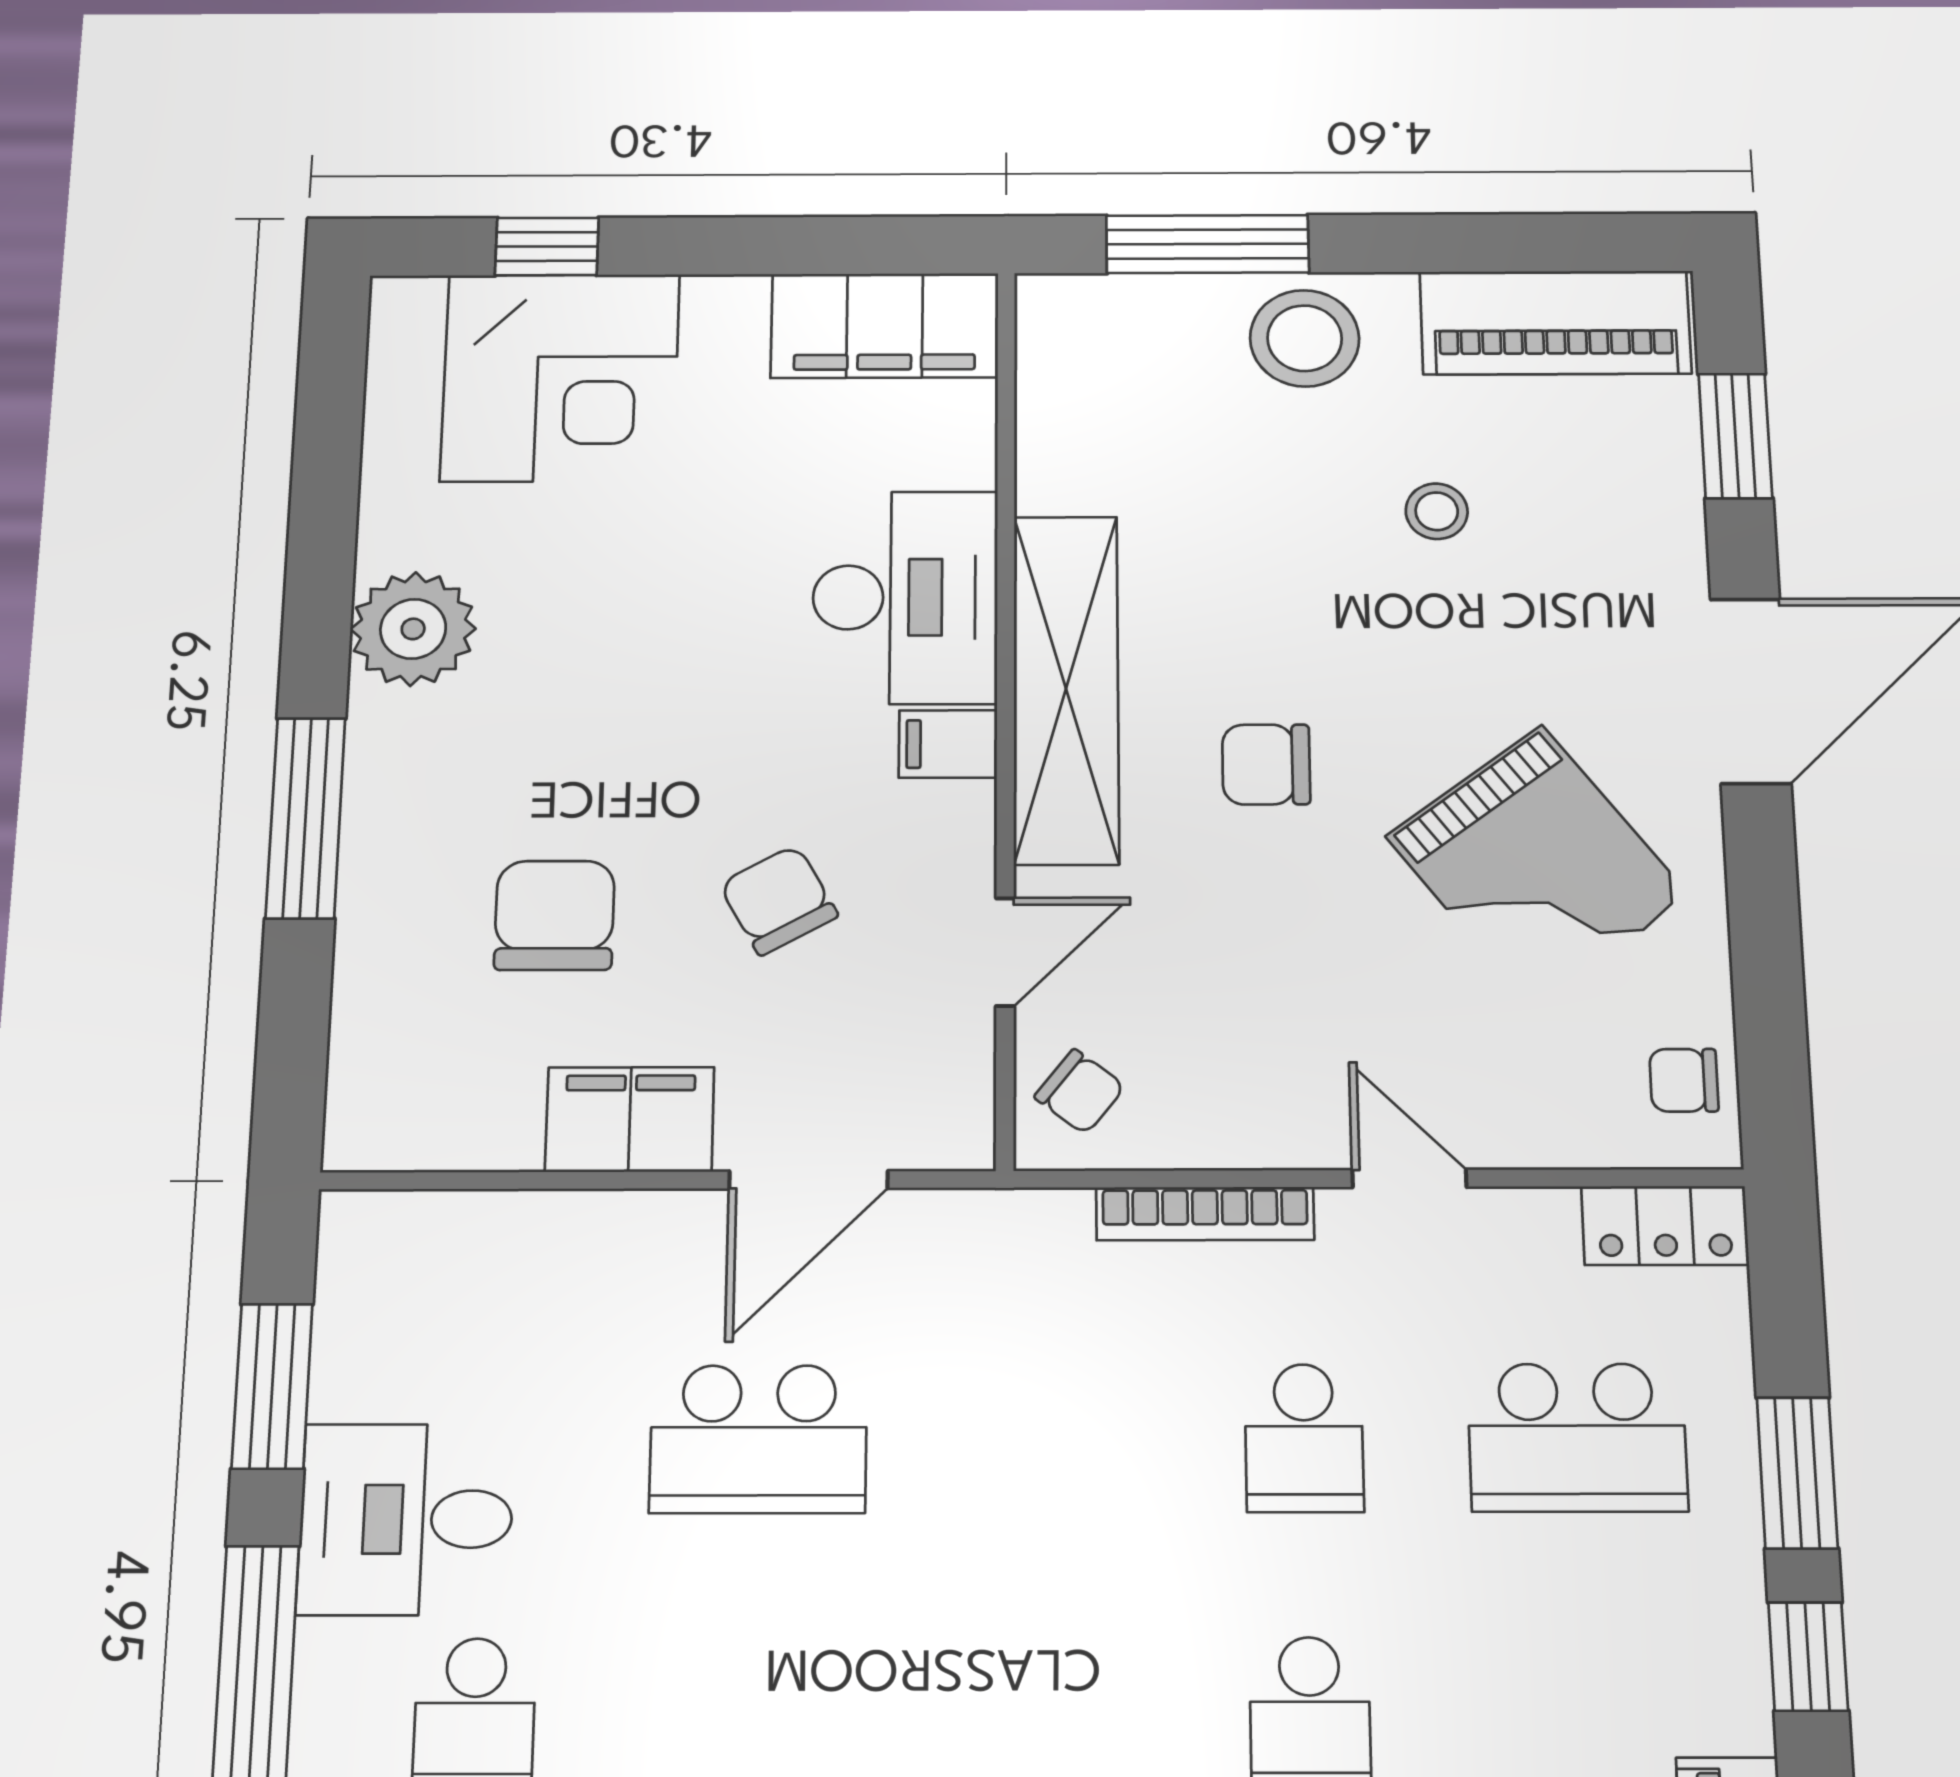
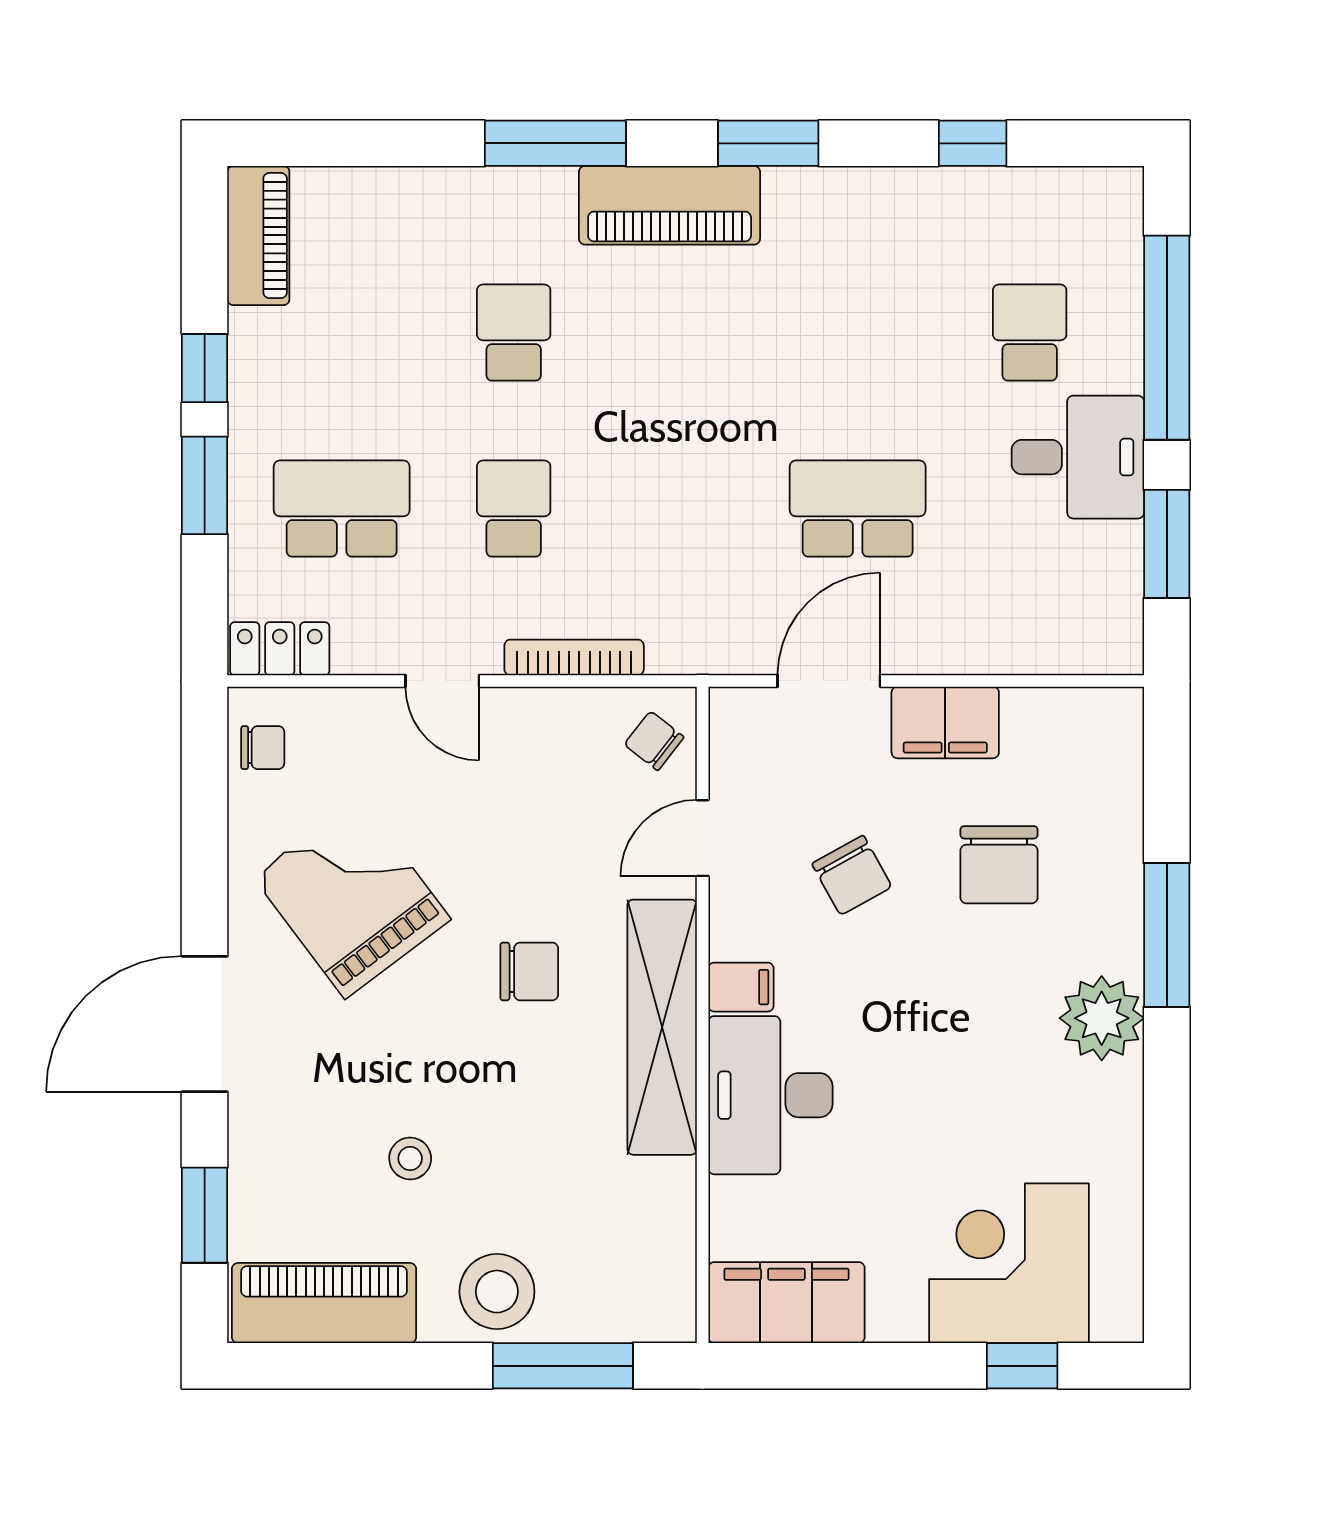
plant: (413, 629) -> (1102, 1018), moved

